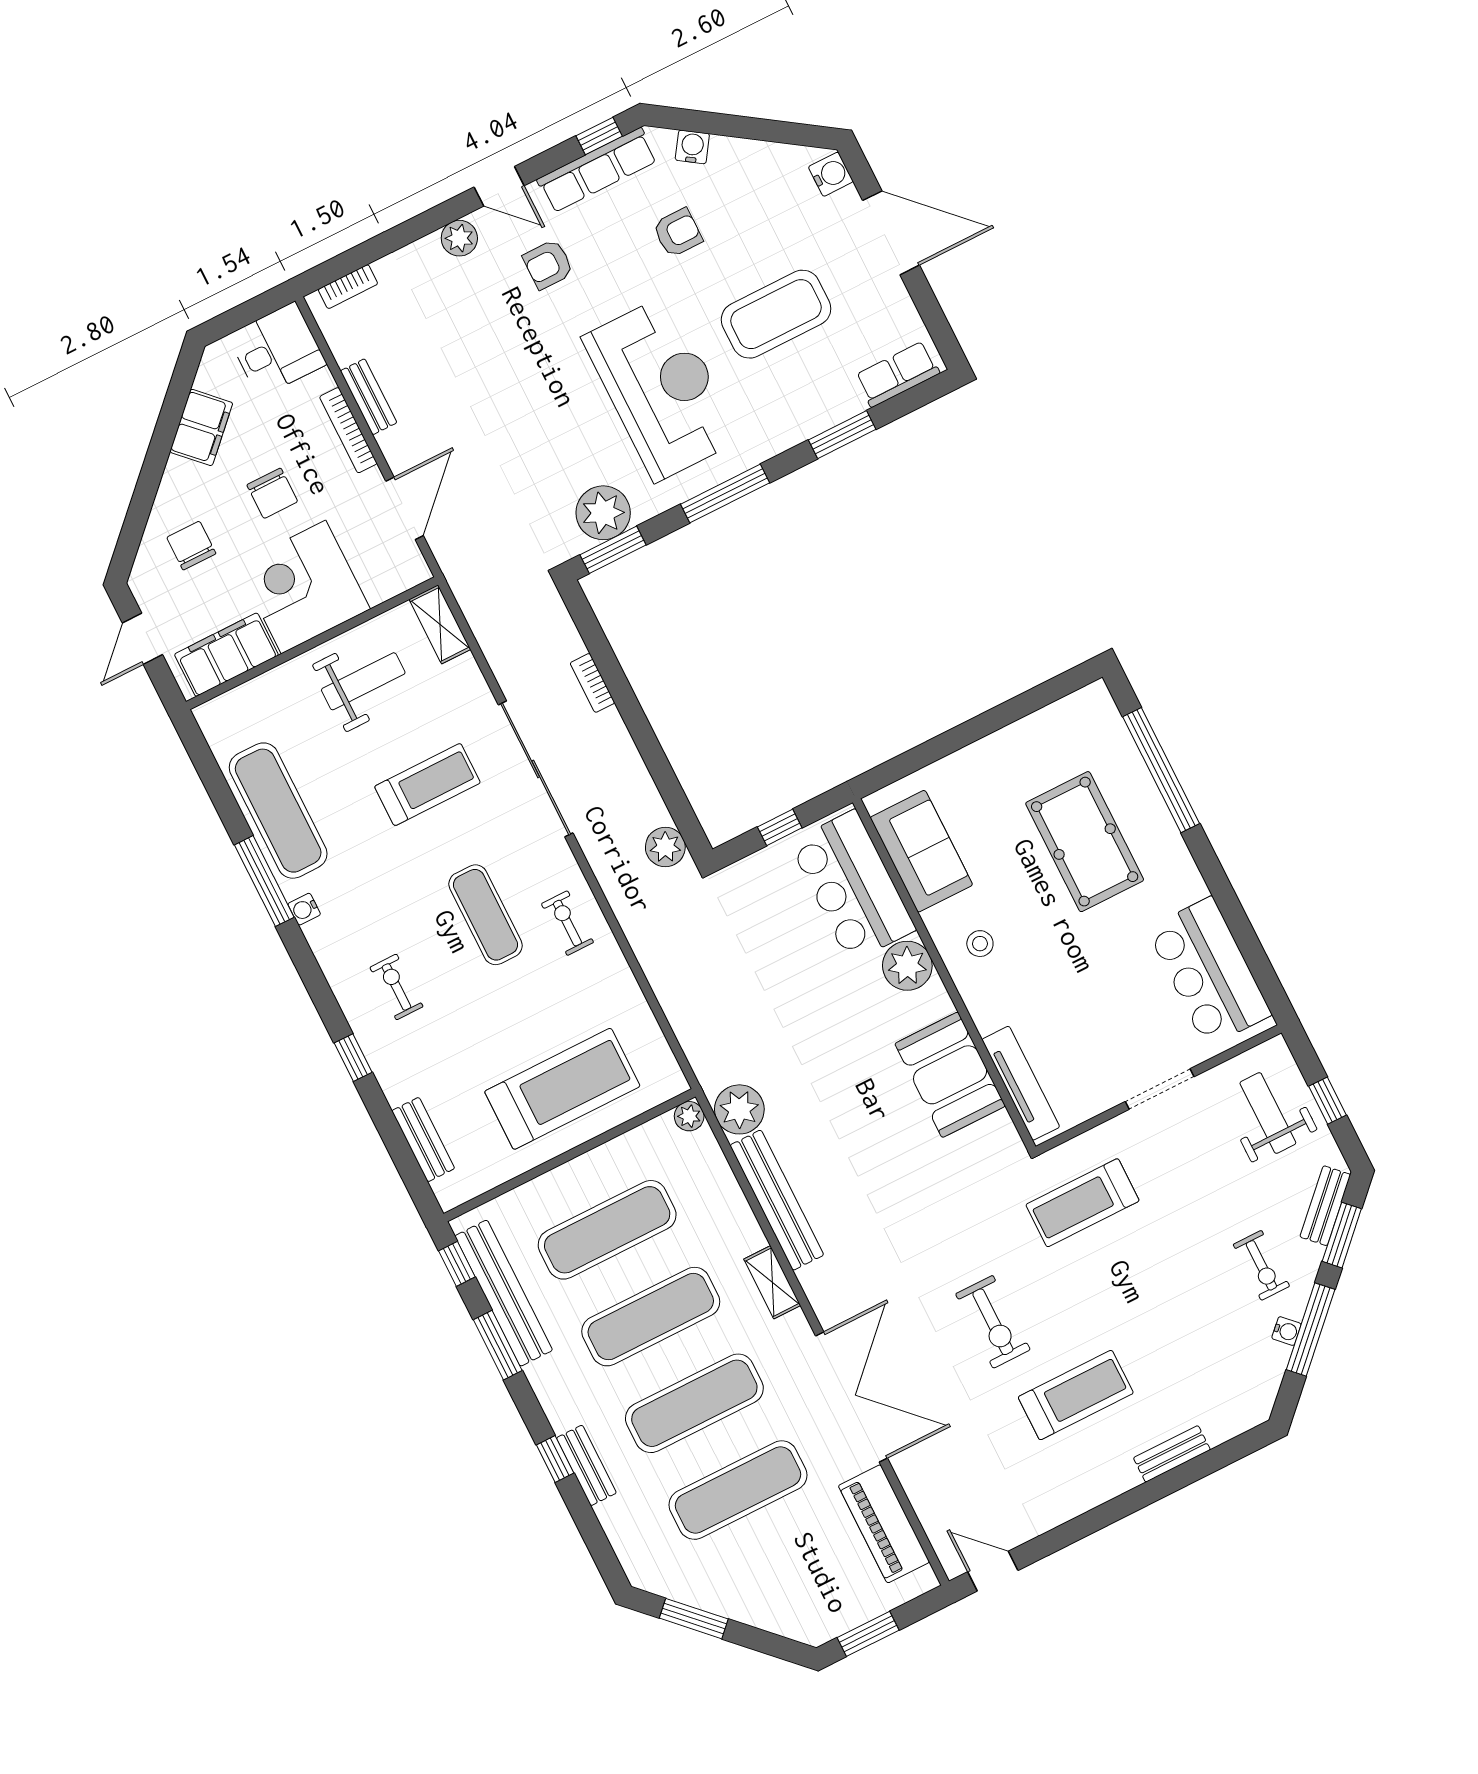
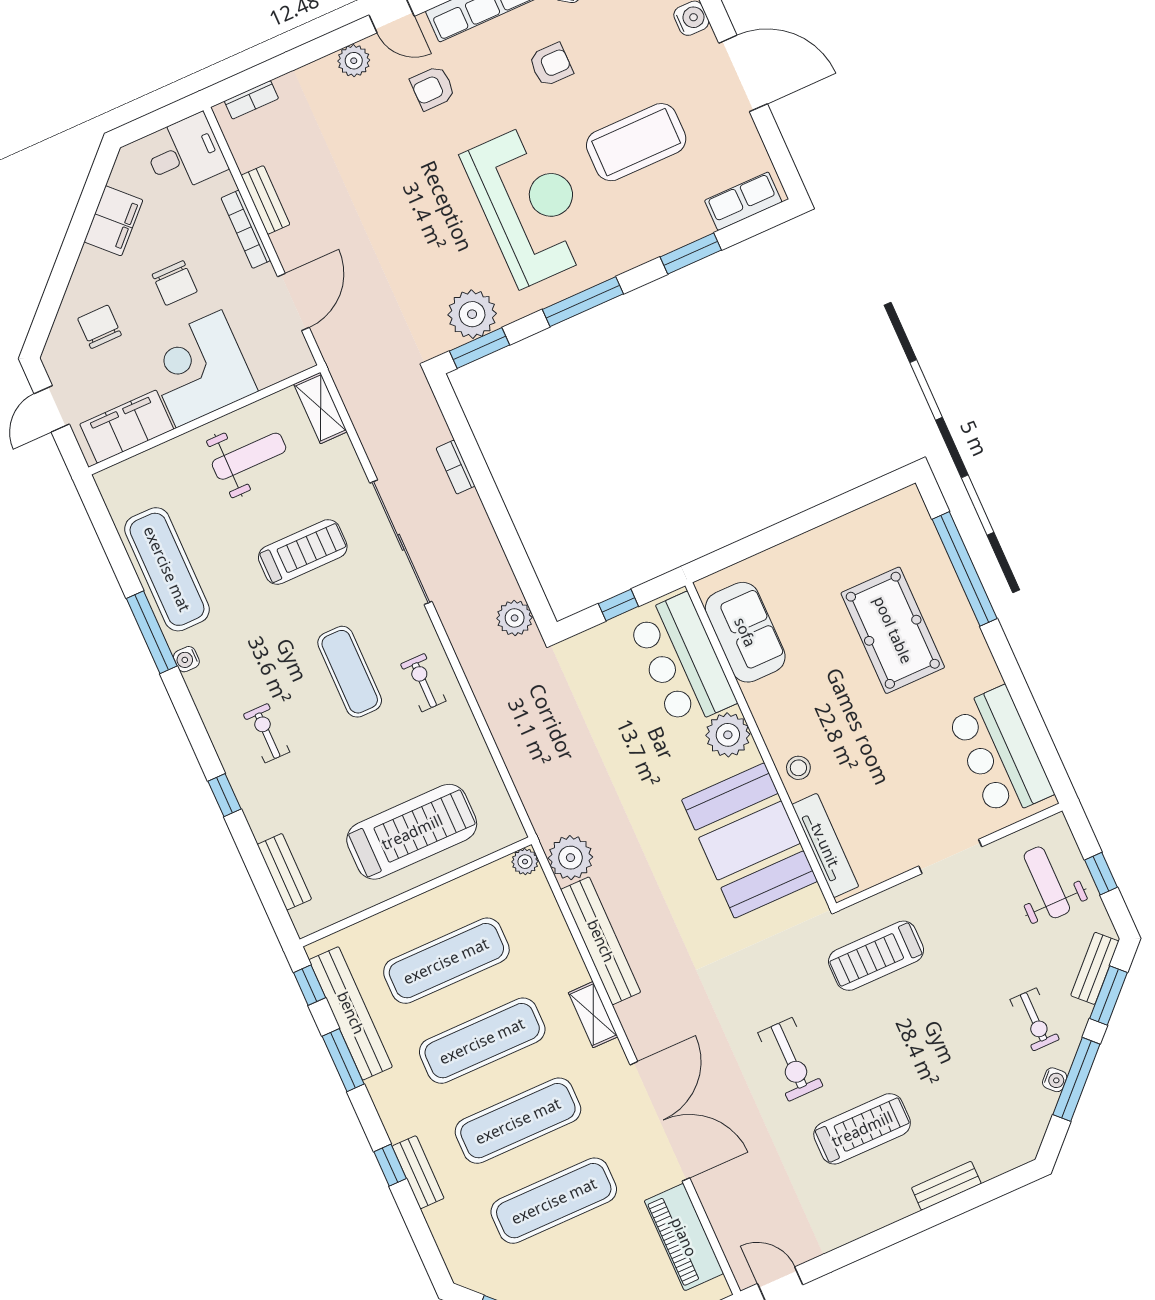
stool: (980, 944) -> (798, 768), moved
booth: (950, 1075) -> (749, 841), width x1.36, depth x1.42

